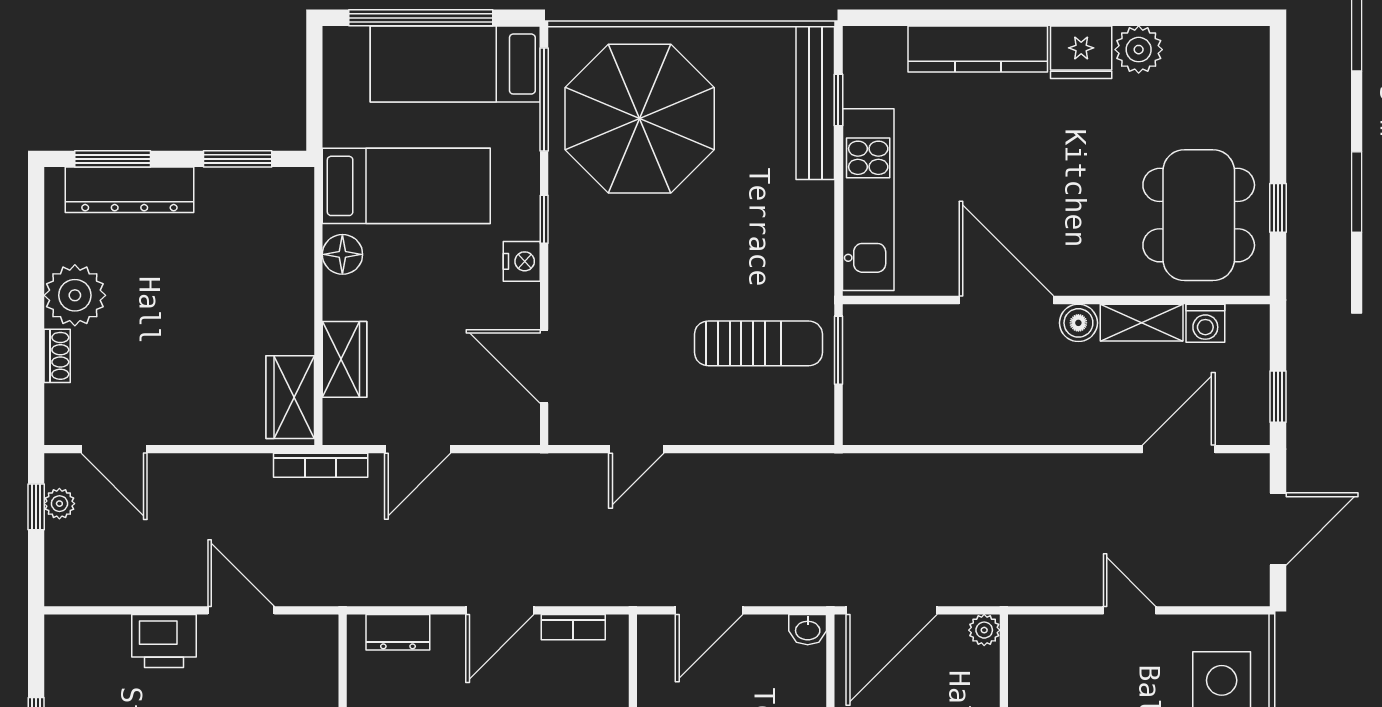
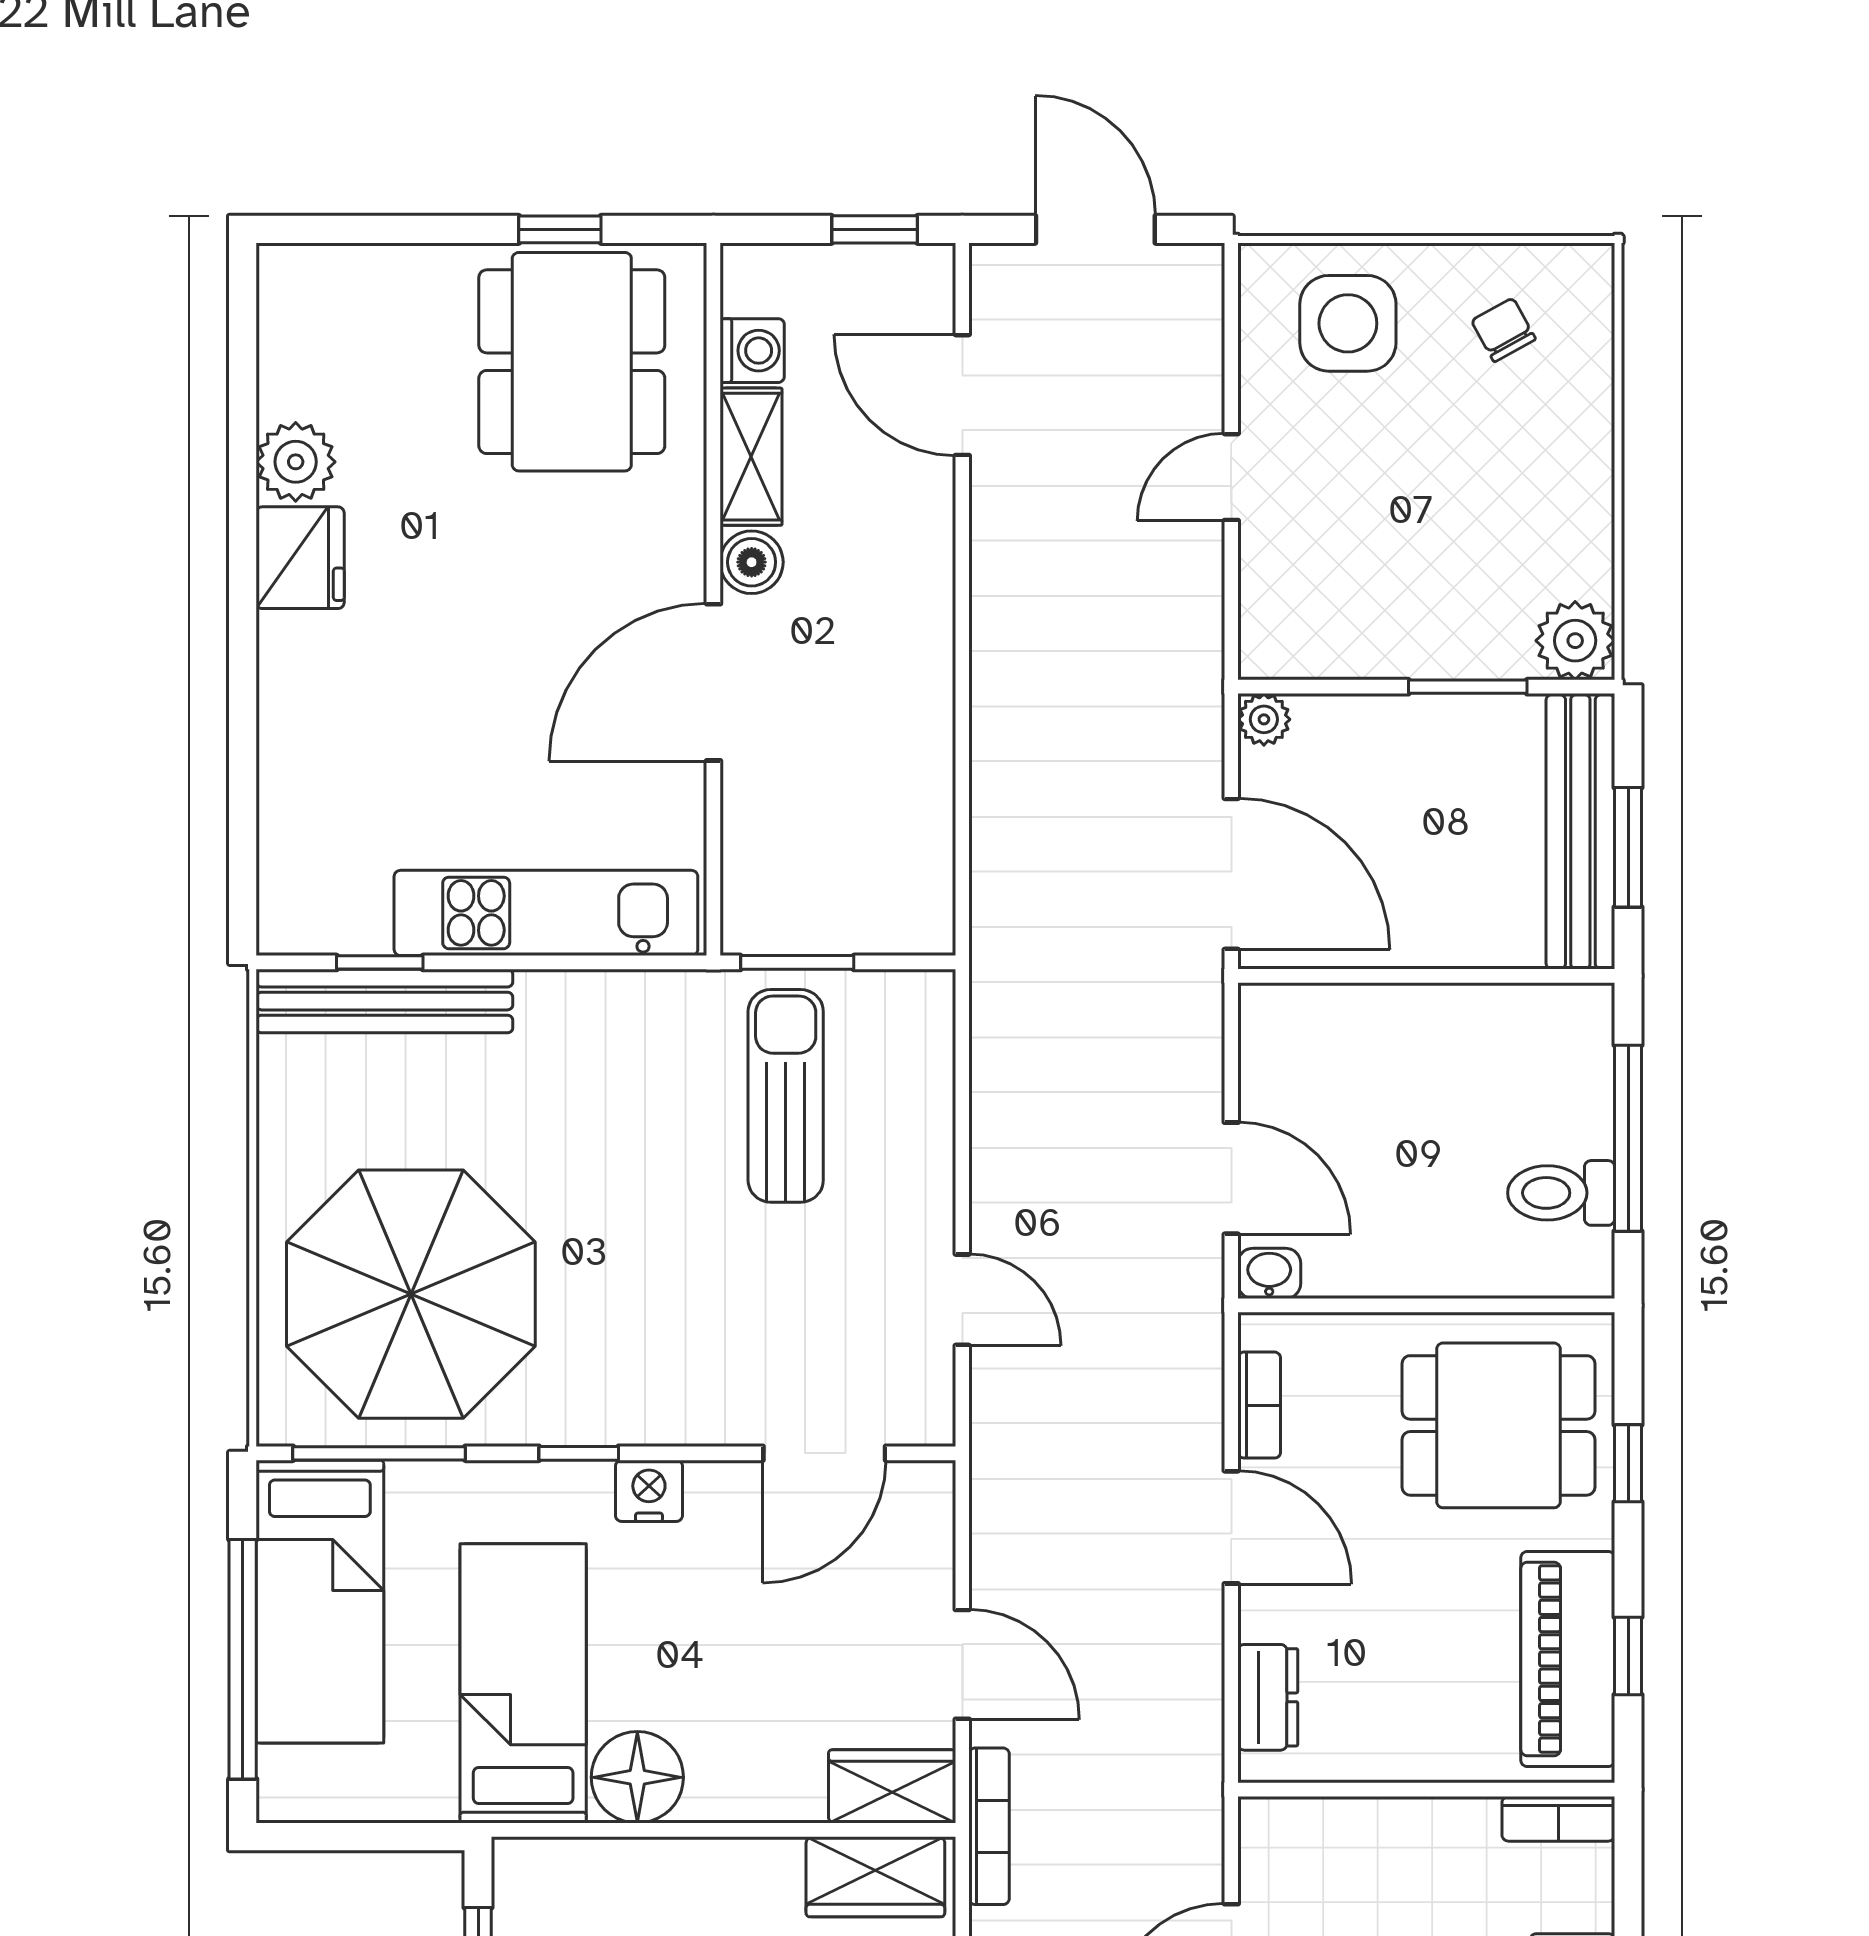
kitchen counter: (978, 49) -> (295, 730), removed
dining table: (1199, 215) -> (572, 362), turned 90
floor lamp: (342, 254) -> (637, 1777), width x1.38, depth x1.38
wardrobe: (344, 359) -> (892, 1786), moved
washbasin: (808, 630) -> (1269, 1273), moved, turned -90

